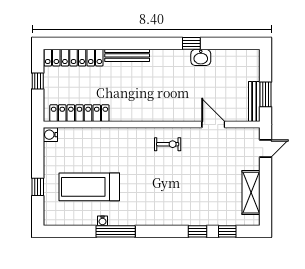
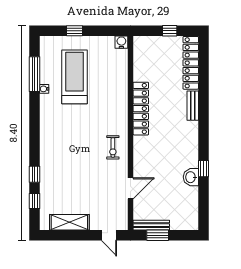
bench: (127, 55) -> (193, 106), width x0.73
locker: (79, 113) -> (141, 109), moved
window: (116, 231) -> (35, 74), moved

